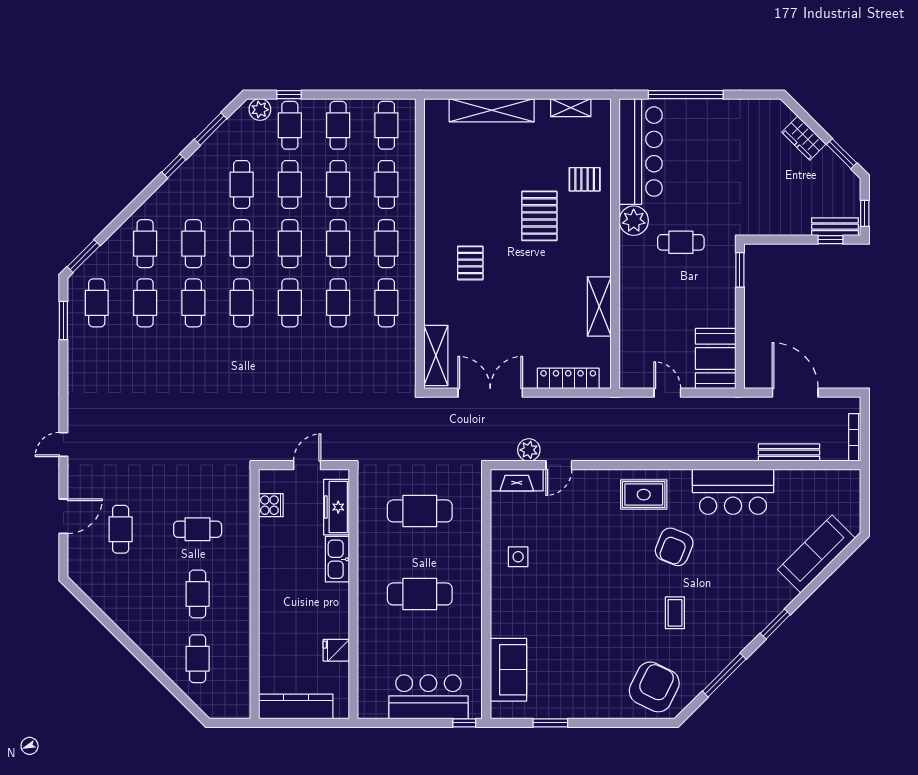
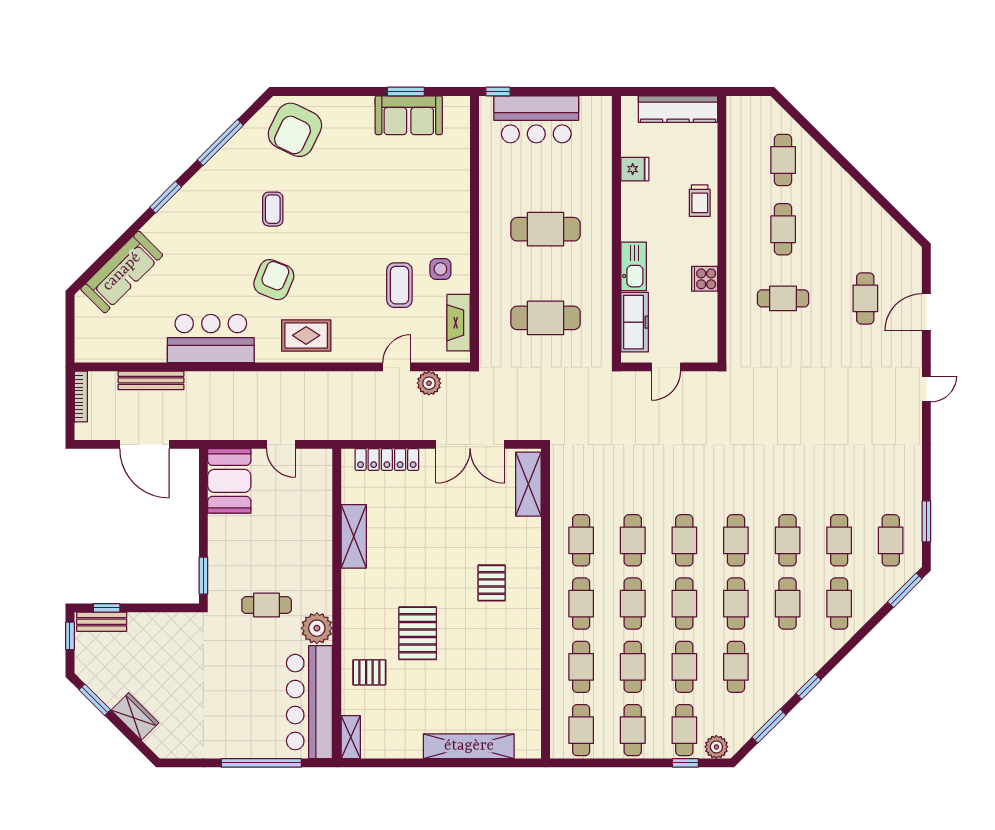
shelving: (571, 108) -> (351, 737), moved, turned 90
fireplace: (517, 480) -> (459, 323), moved, turned -90
cooker: (271, 505) -> (705, 279), moved
coffee table: (556, 542) -> (399, 285), added
trolley: (276, 621) -> (700, 201), added
sofa: (508, 670) -> (409, 115), moved, turned -90

